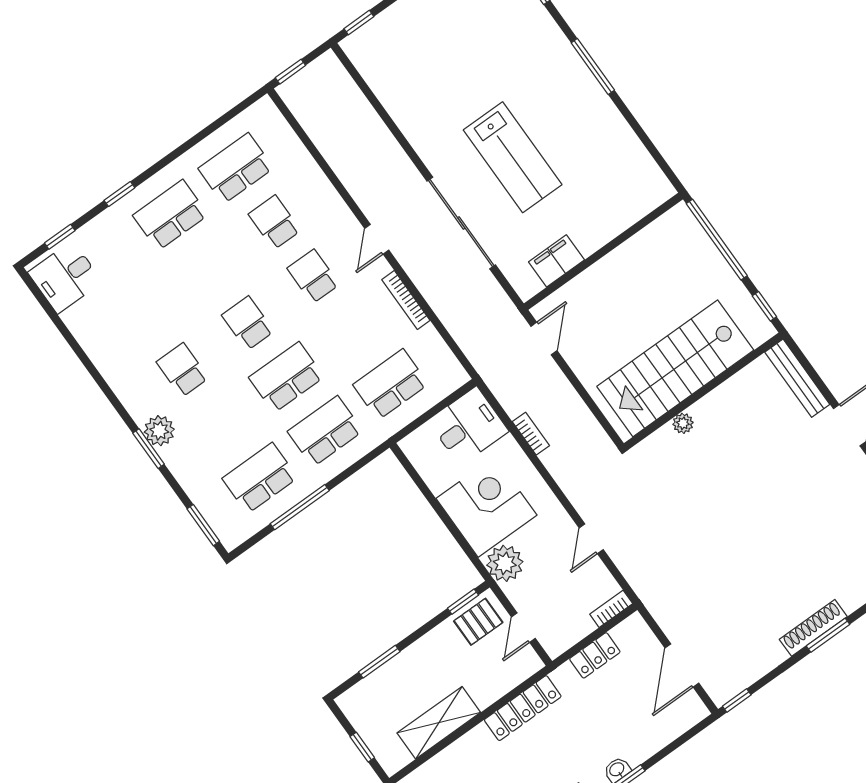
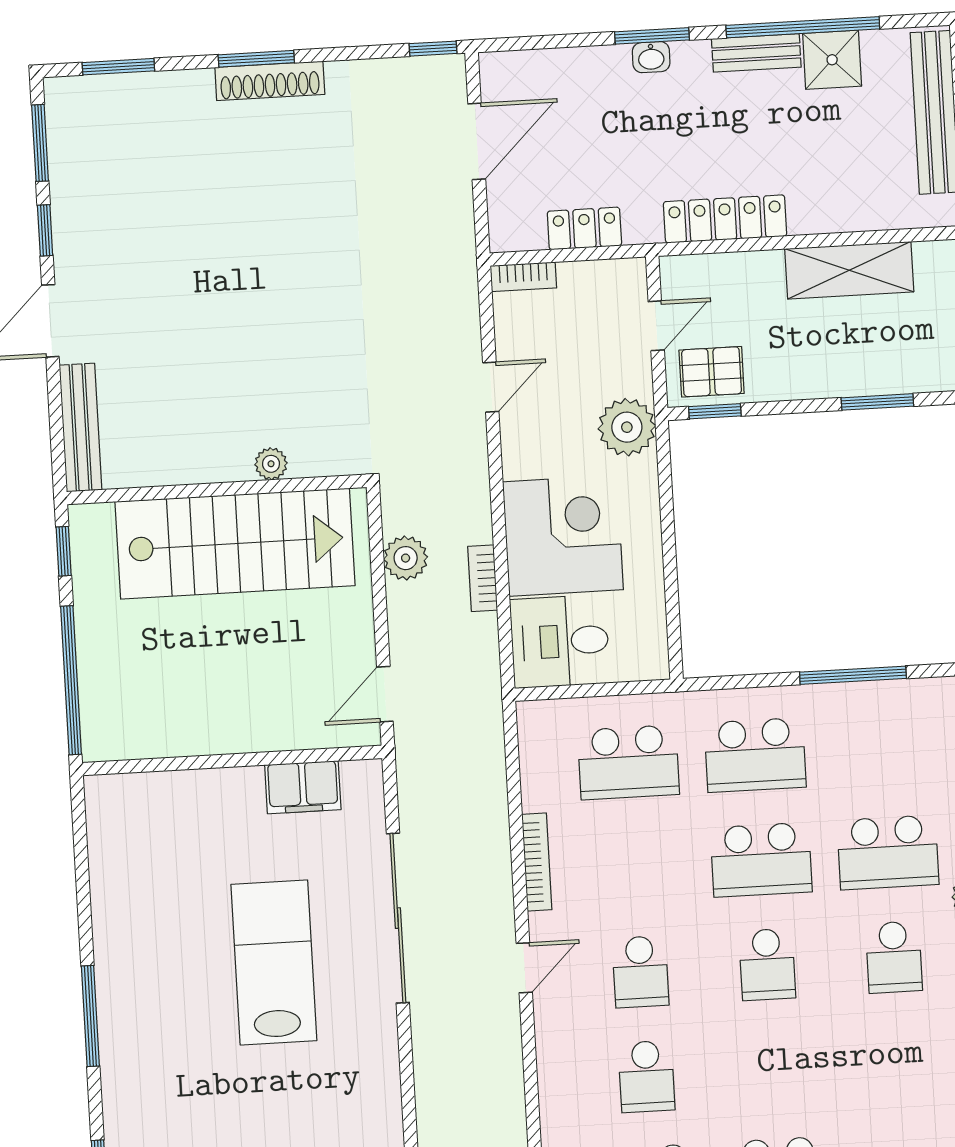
plant: (579, 418) -> (406, 558), added
school desk: (260, 478) -> (888, 852), moved
corner desk: (486, 507) -> (563, 536), moved, turned 180

